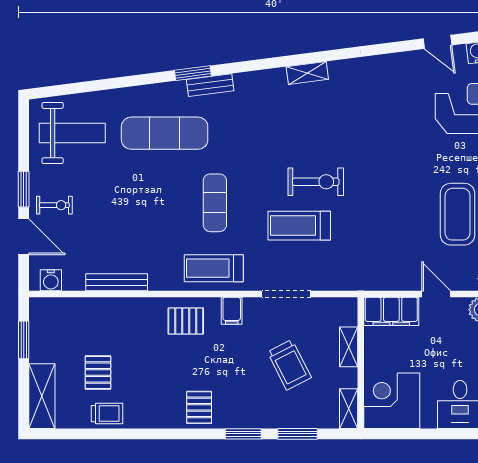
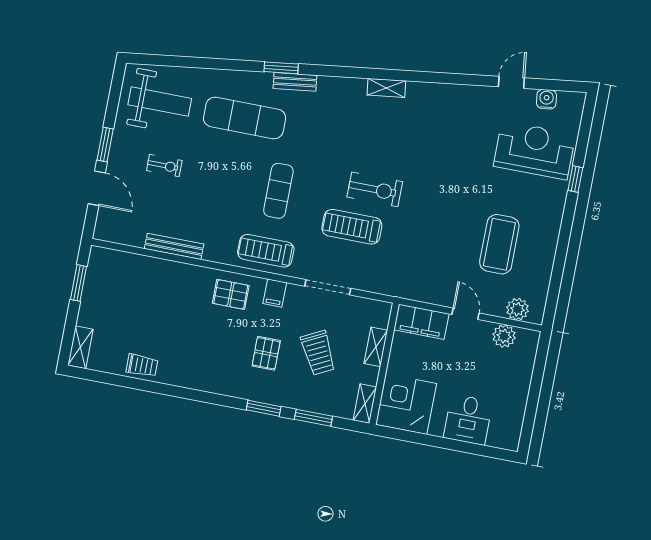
door: (438, 42) -> (511, 82), swing flipped
exercise bike: (54, 205) -> (164, 166), moved
water cooler: (51, 280) -> (114, 233), removed
pallet: (98, 372) -> (141, 326), removed
shelving: (42, 396) -> (80, 347), width x0.67, depth x0.75
pallet: (199, 407) -> (266, 353), moved

